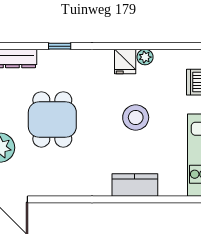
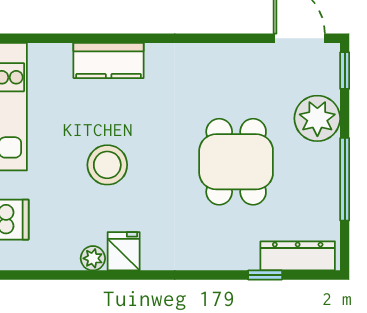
window: (60, 46) -> (265, 275), moved

